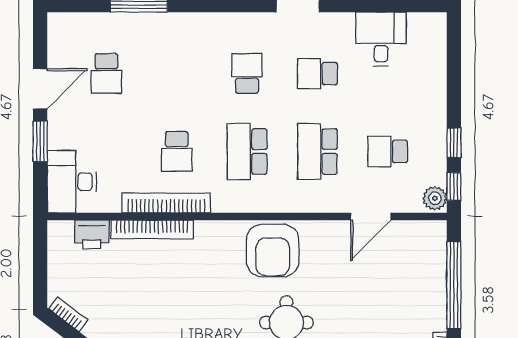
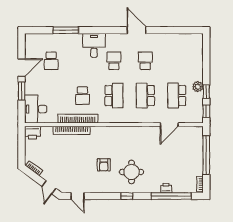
desk: (381, 39) -> (94, 45), moved
school desk: (317, 74) -> (145, 61), turned 90
school desk: (247, 151) -> (114, 96), turned 180
school desk: (388, 151) -> (177, 96), width x1.85
plant: (435, 198) -> (198, 87), moved
printer: (92, 234) -> (32, 133), moved
armchair: (273, 251) -> (104, 165), moved, width x0.53, depth x0.53

